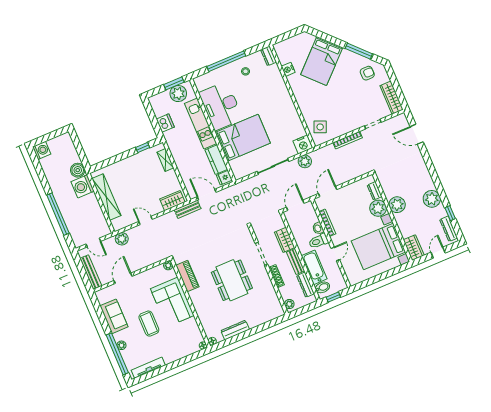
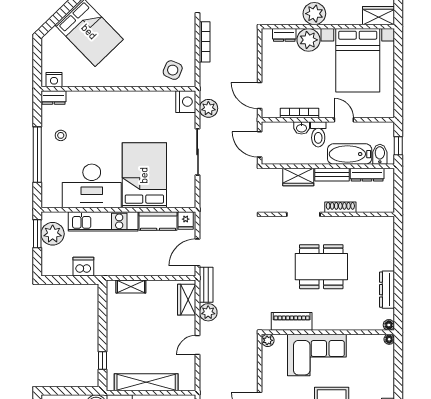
nightstand: (288, 69) -> (54, 80), moved
window: (143, 148) -> (102, 361), moved
plant: (122, 239) -> (208, 312), moved
plant: (289, 304) -> (383, 206), removed

